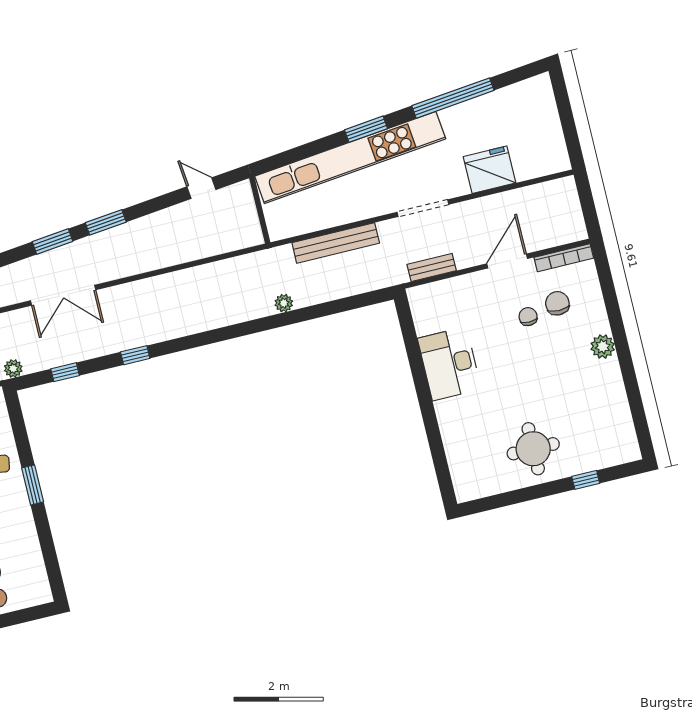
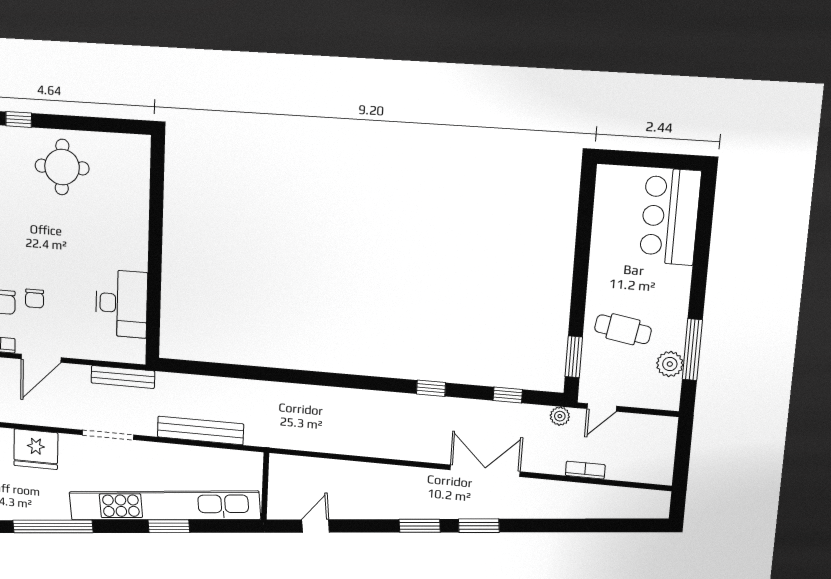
window: (366, 129) -> (169, 526), moved
door: (201, 188) -> (316, 526), swing flipped
bench: (432, 267) -> (123, 377), width x1.36
plant: (284, 303) -> (267, 390), removed
desk: (449, 364) -> (121, 304), moved
window: (33, 485) -> (574, 357), moved

